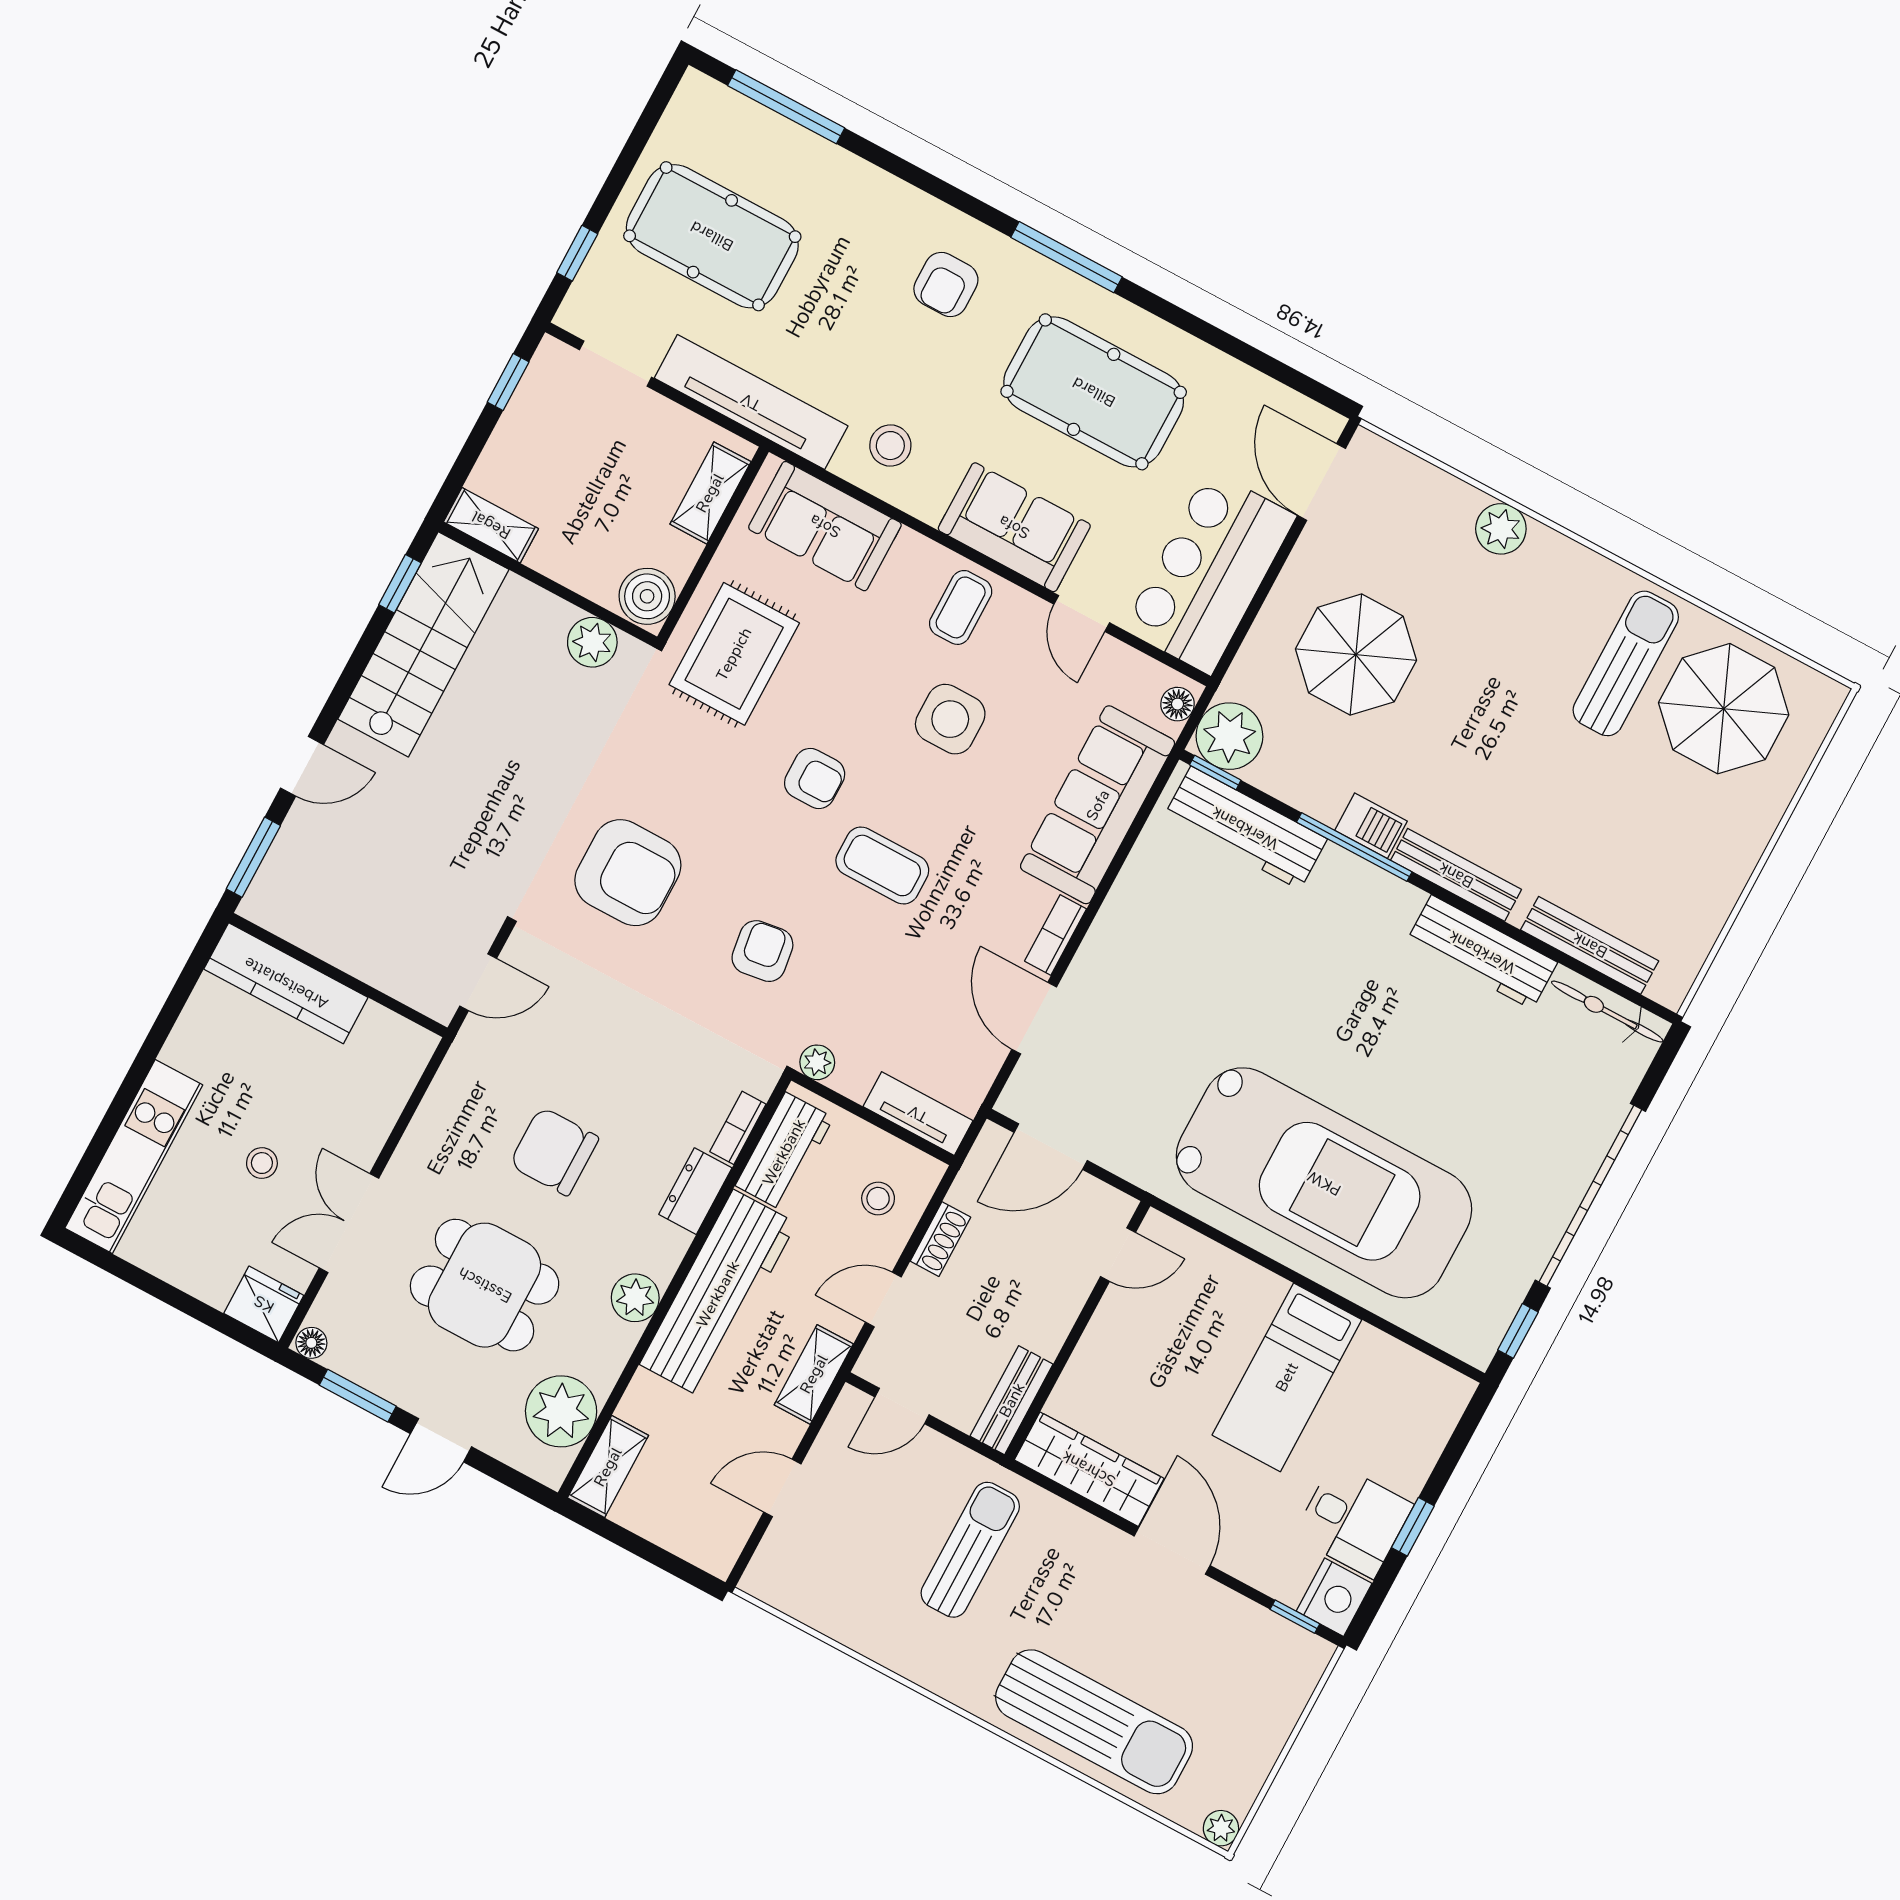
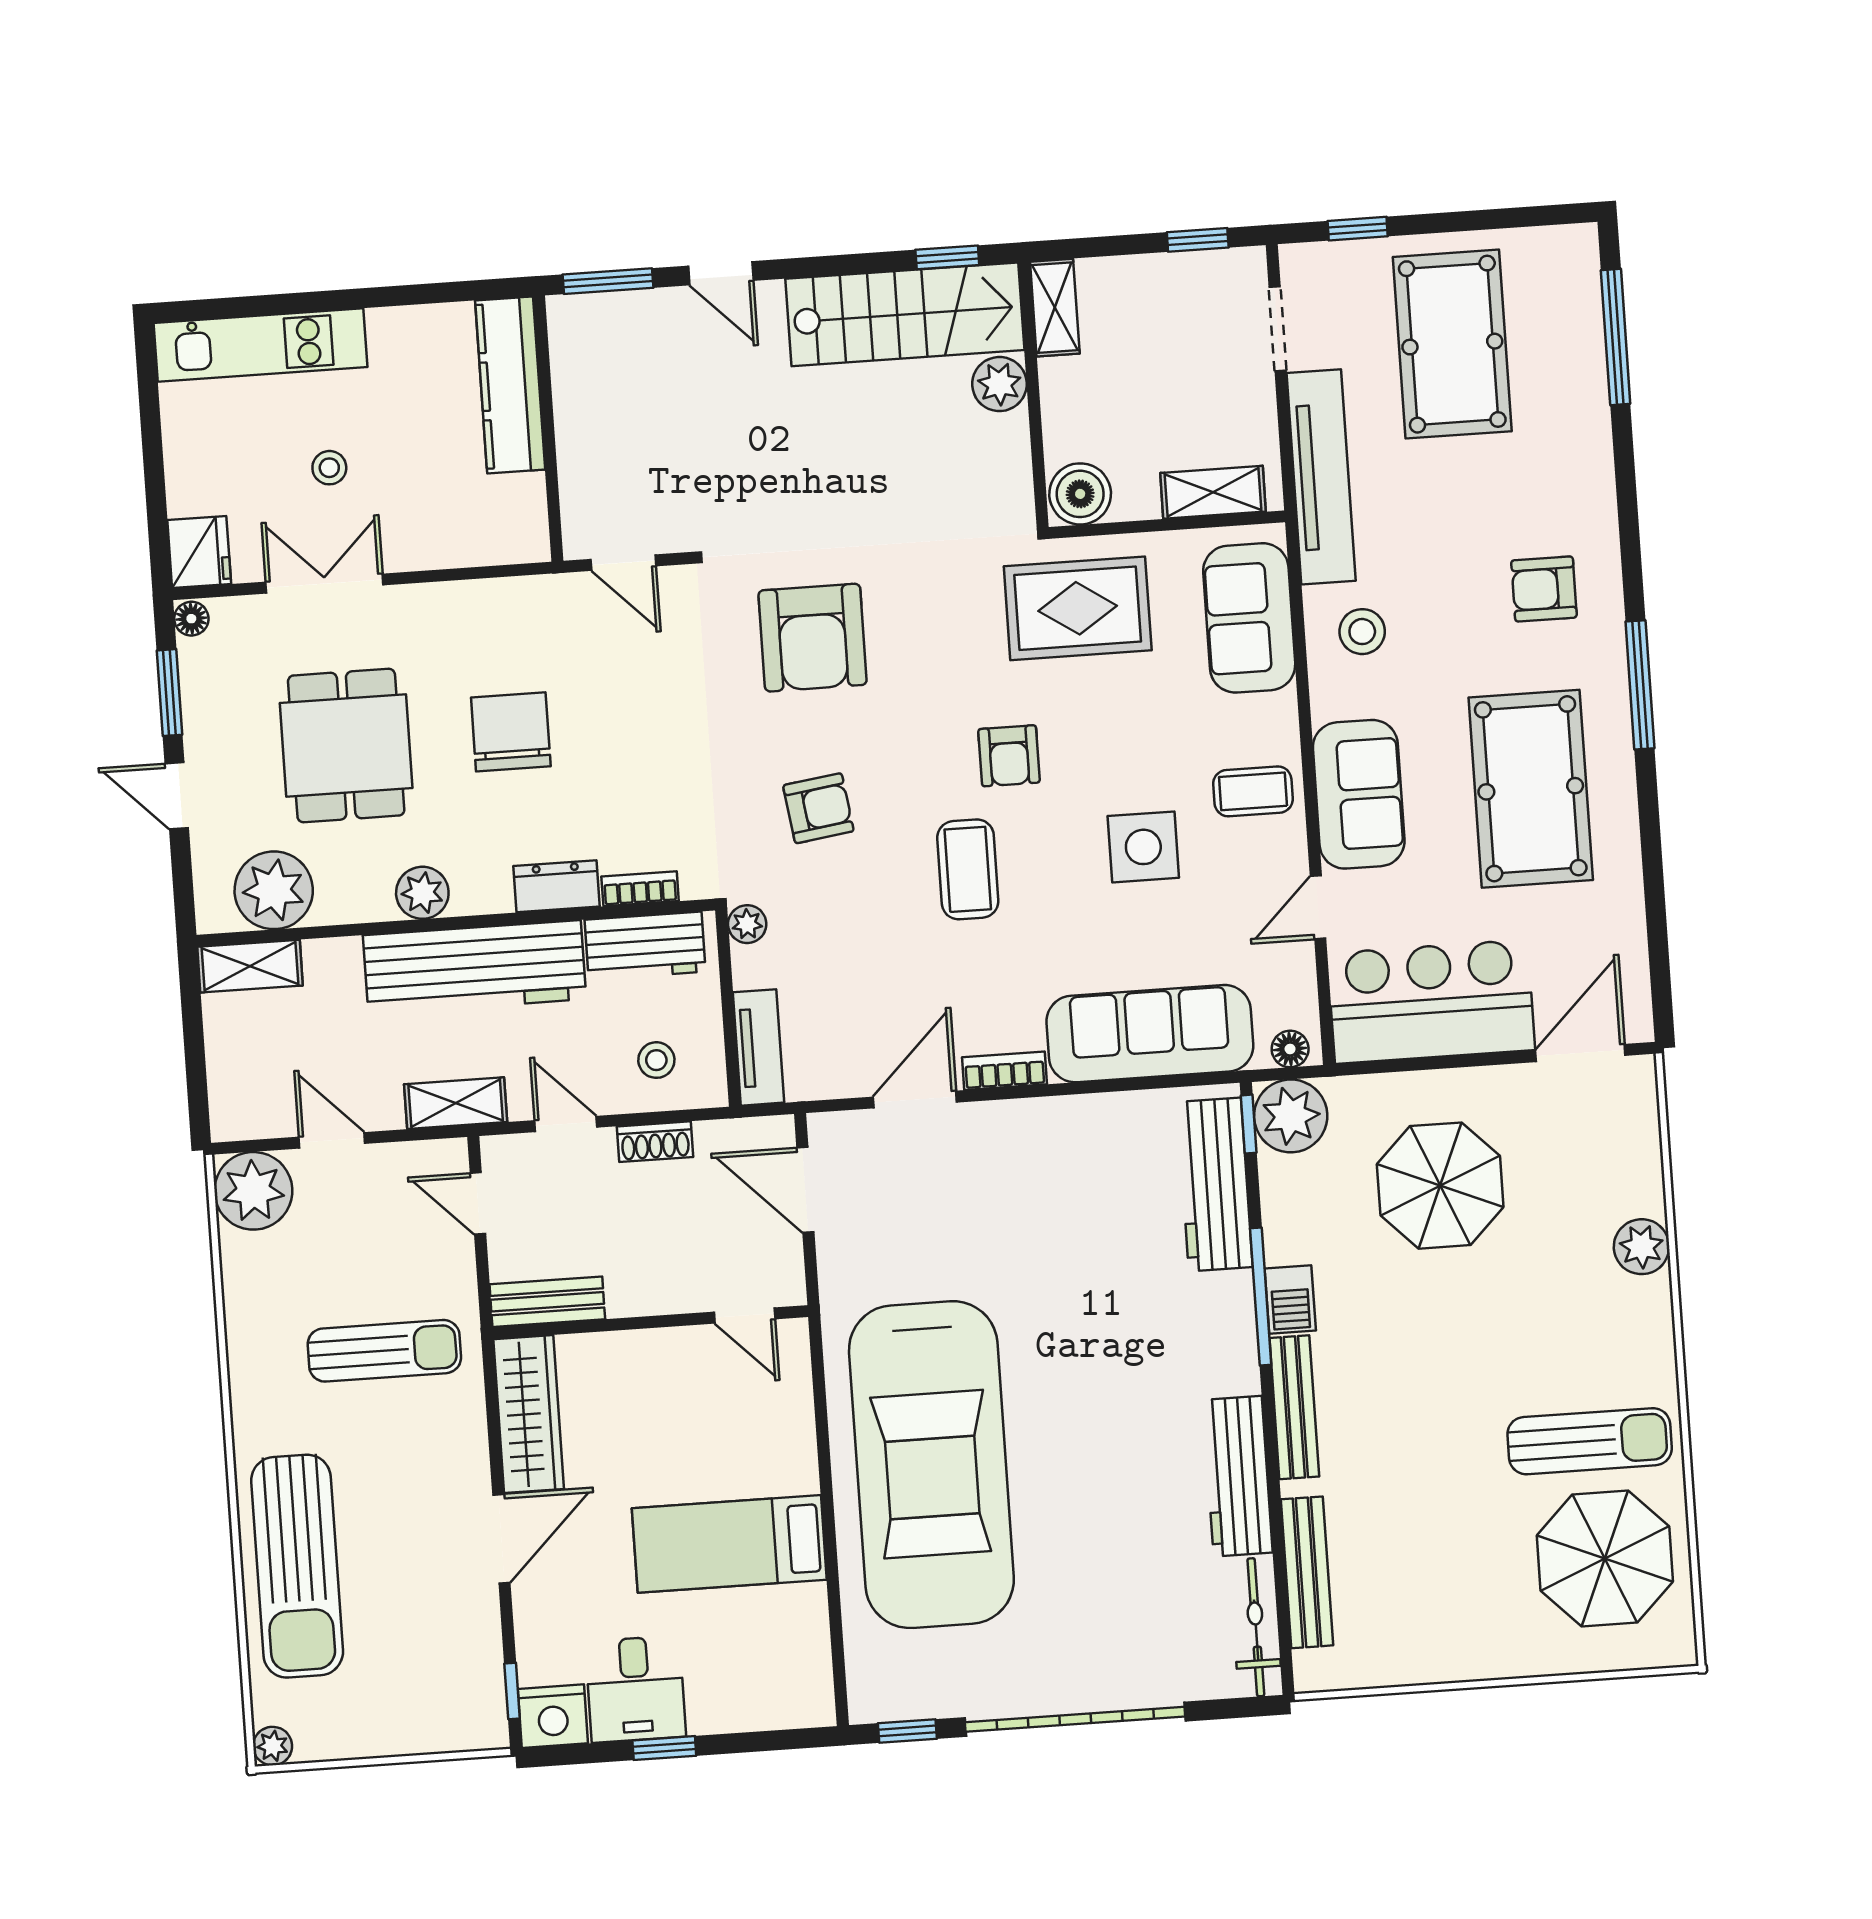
plant: (592, 642) -> (999, 384), moved
plant: (783, 1573) -> (253, 1191), added

